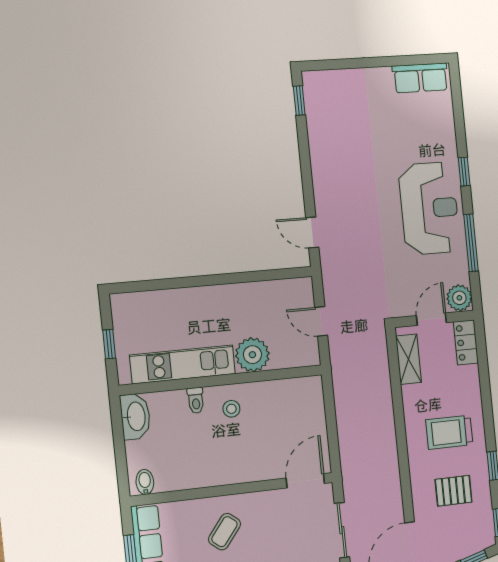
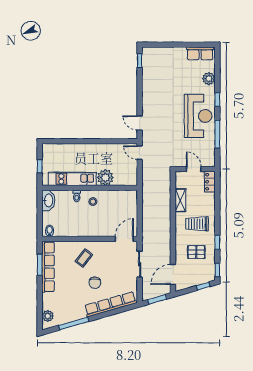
plant: (459, 298) -> (209, 79), moved
door: (431, 319) -> (194, 169), hinge flipped
door: (321, 321) -> (140, 153), moved
shelving: (409, 359) -> (180, 200), moved

